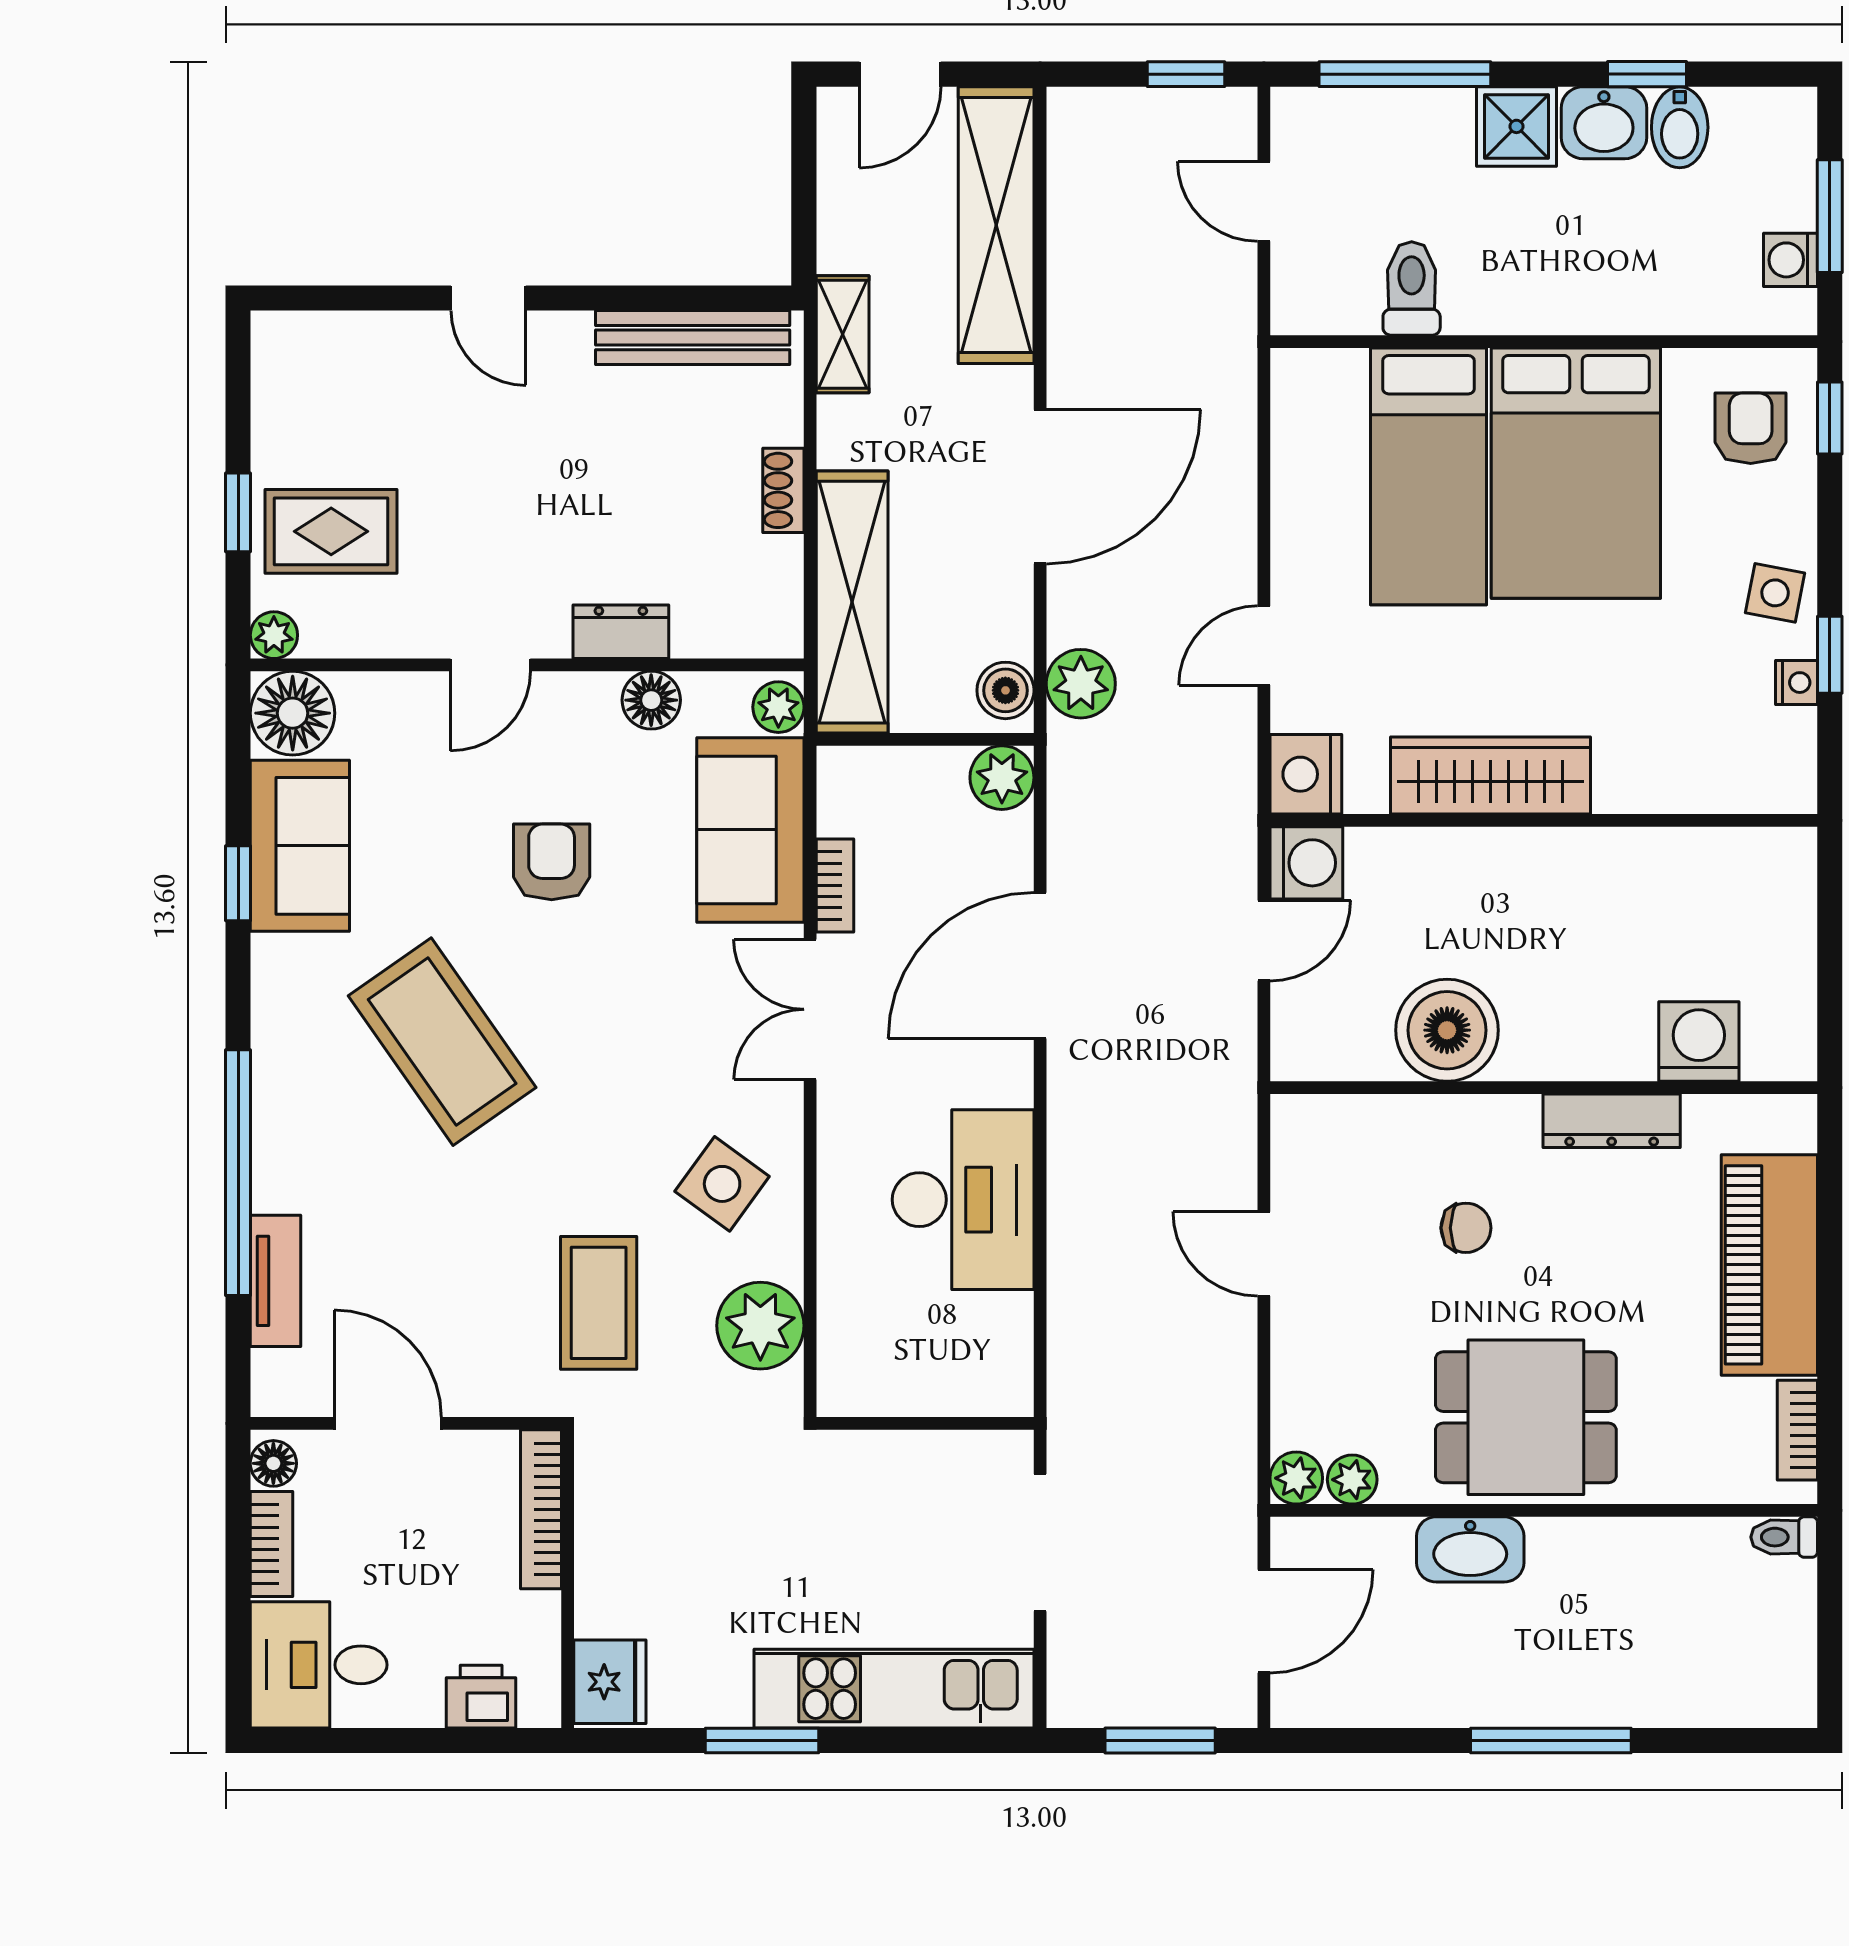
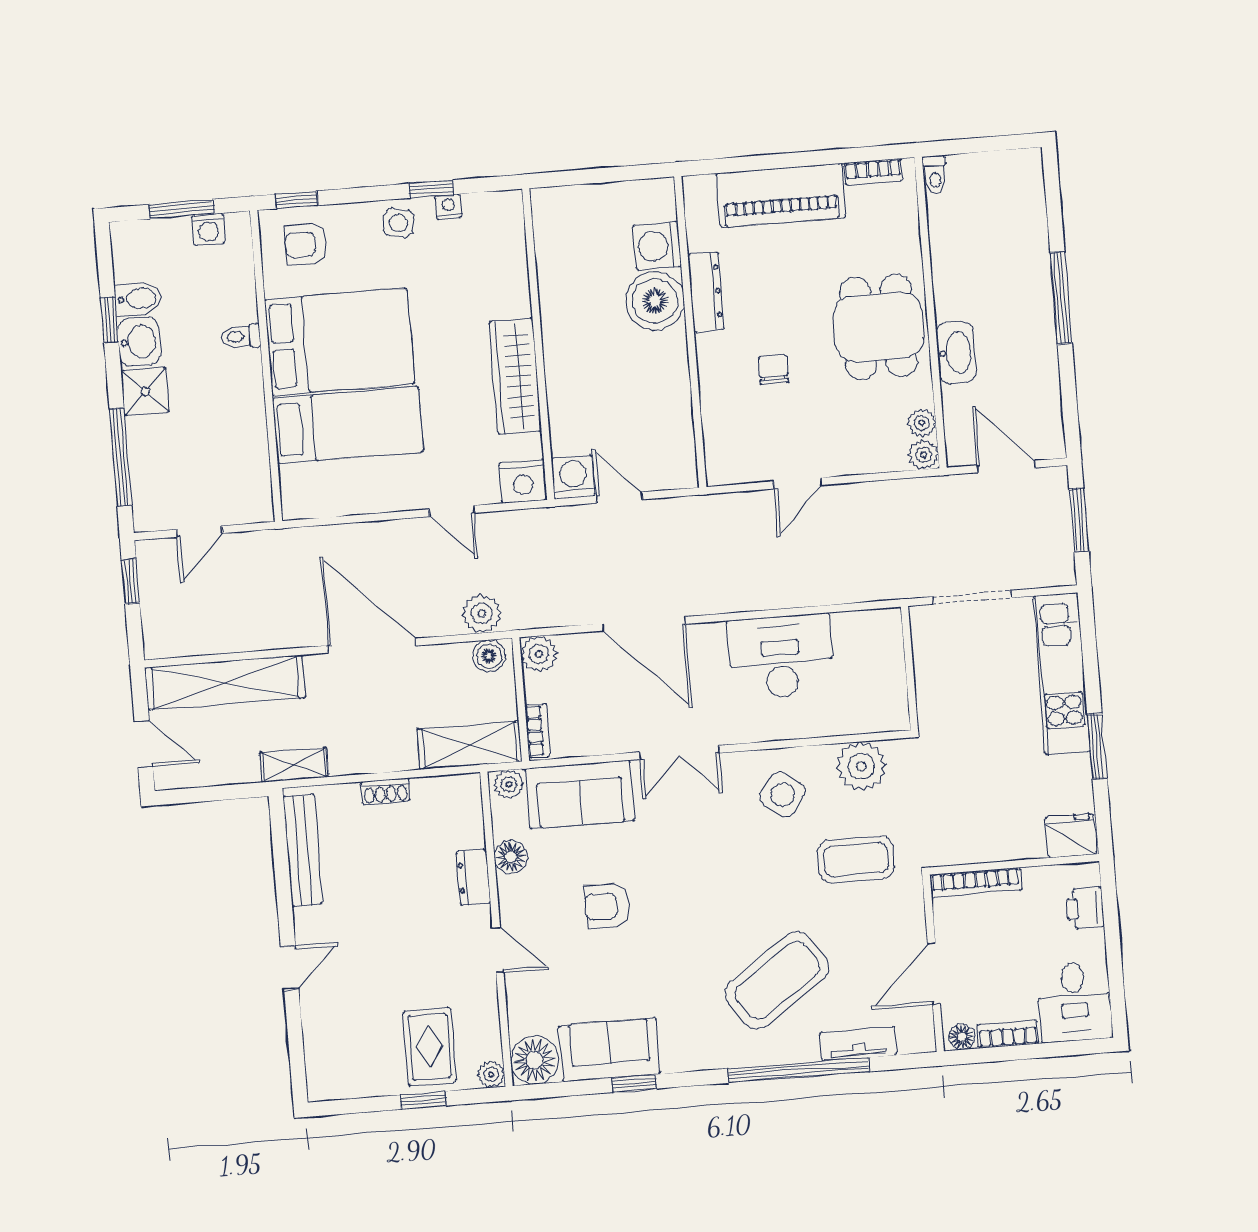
toilet: (1412, 288) -> (241, 336), moved, width x0.73, depth x0.72
shelving: (852, 602) -> (470, 745), width x0.68
bookcase: (835, 886) -> (537, 731), moved, turned 90
boiler: (1447, 1030) -> (655, 301), moved
coffee table: (442, 1042) -> (777, 980), moved

